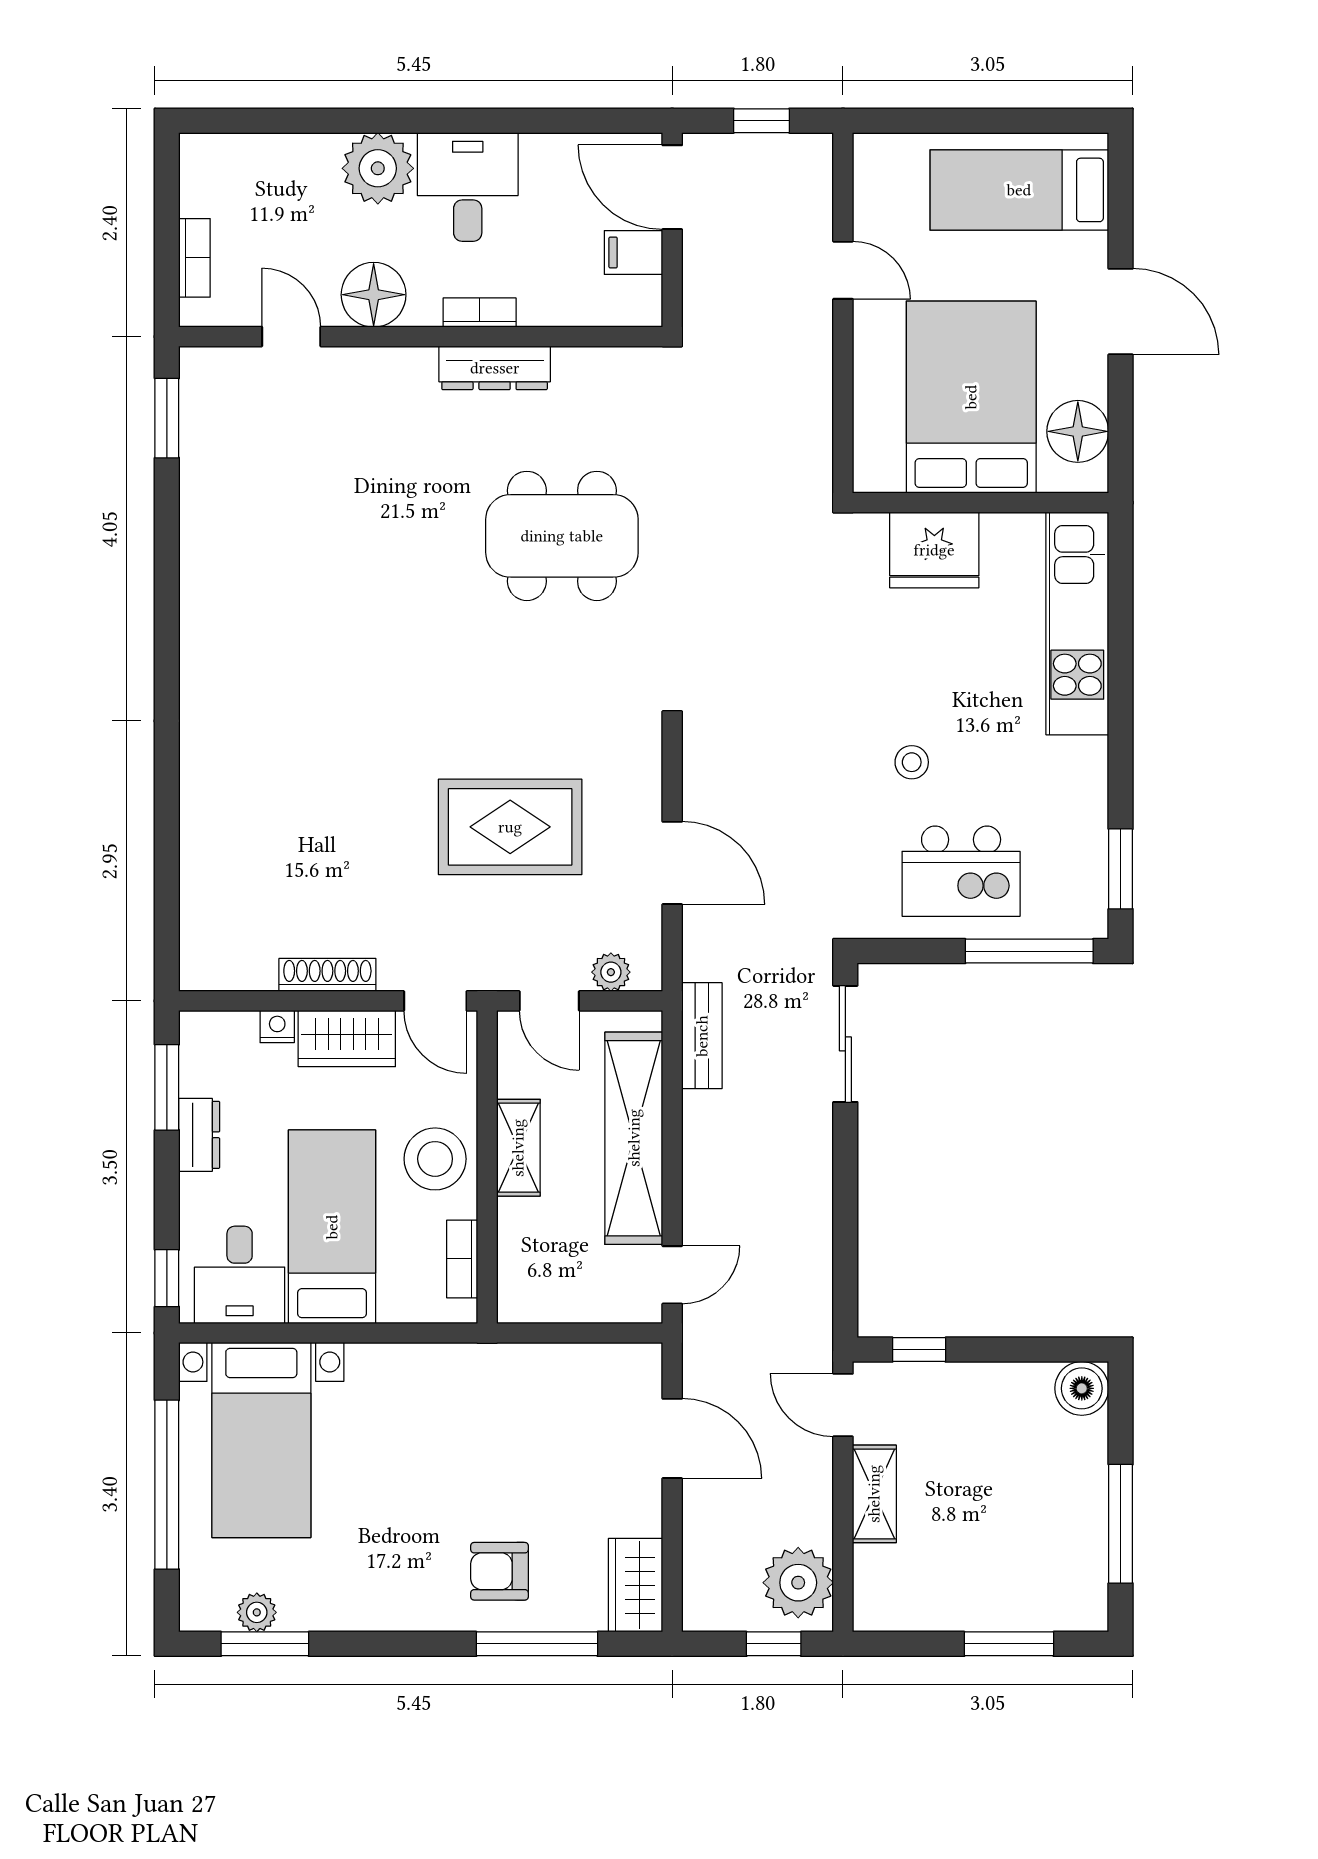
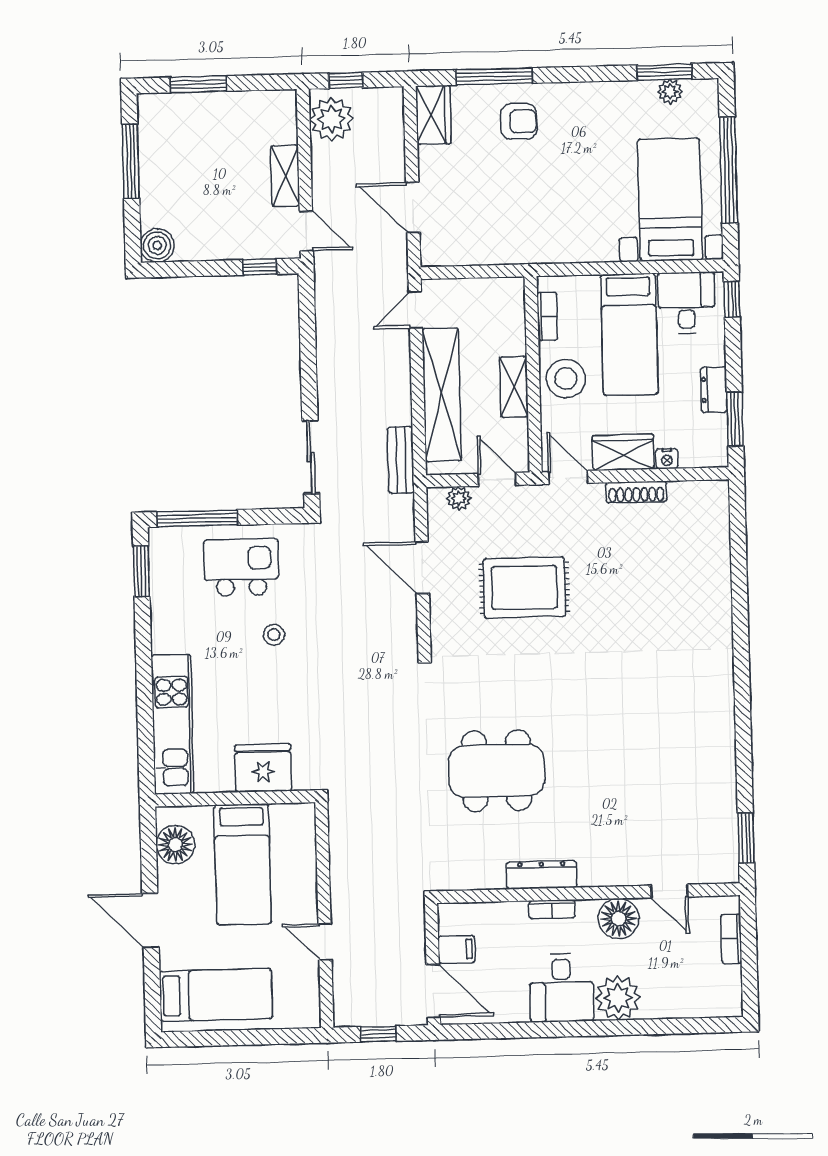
bed: (971, 397) -> (243, 864), width x0.67

